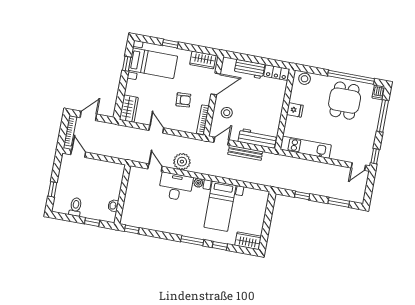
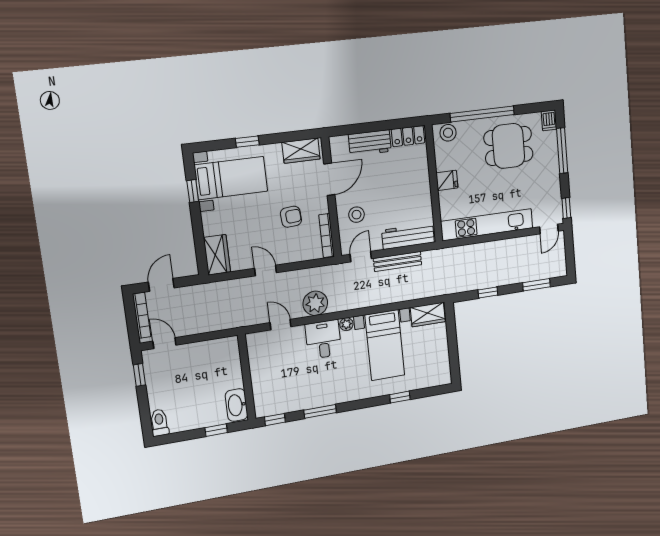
window: (351, 77) -> (482, 114), moved
dining table: (345, 101) -> (508, 146), turned 90
kitchen unit: (306, 147) -> (487, 225), width x1.36
desk: (176, 187) -> (323, 339), width x0.73
window: (52, 189) -> (139, 375), moved
washbasin: (113, 206) -> (237, 405), width x1.91, depth x1.45
toilet: (76, 207) -> (159, 423), moved
window: (192, 241) -> (320, 411), moved
wardrobe: (248, 241) -> (428, 315), moved, turned 180

